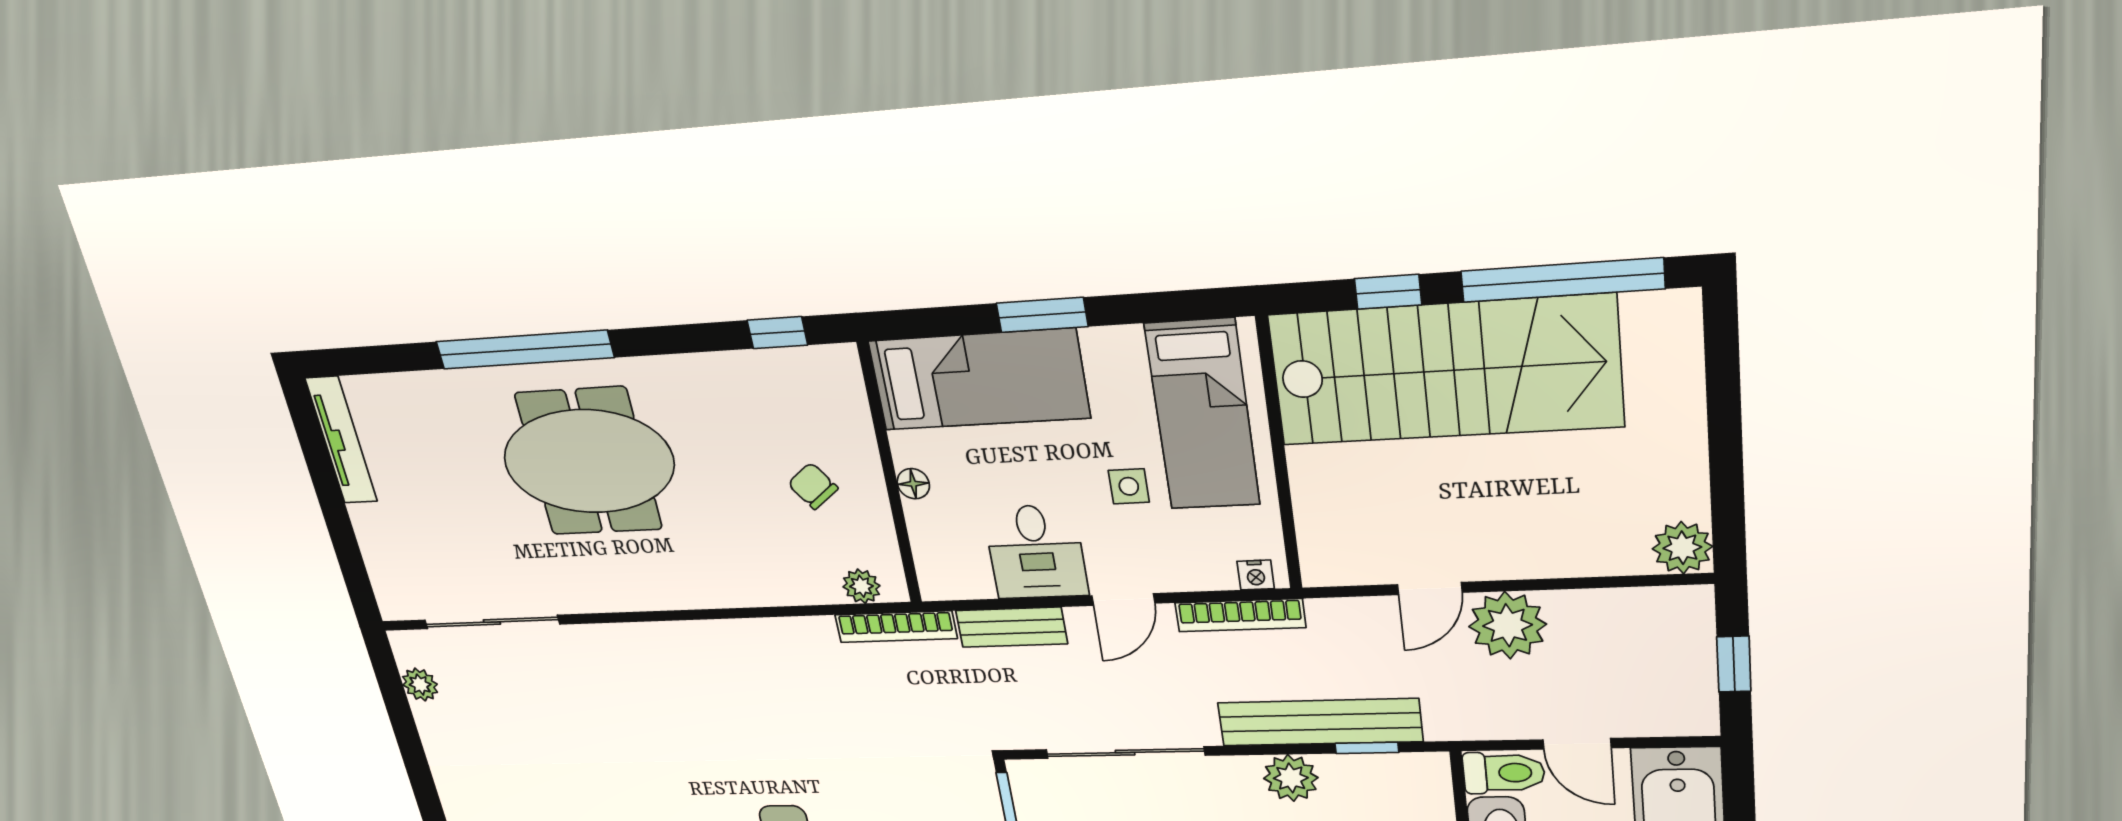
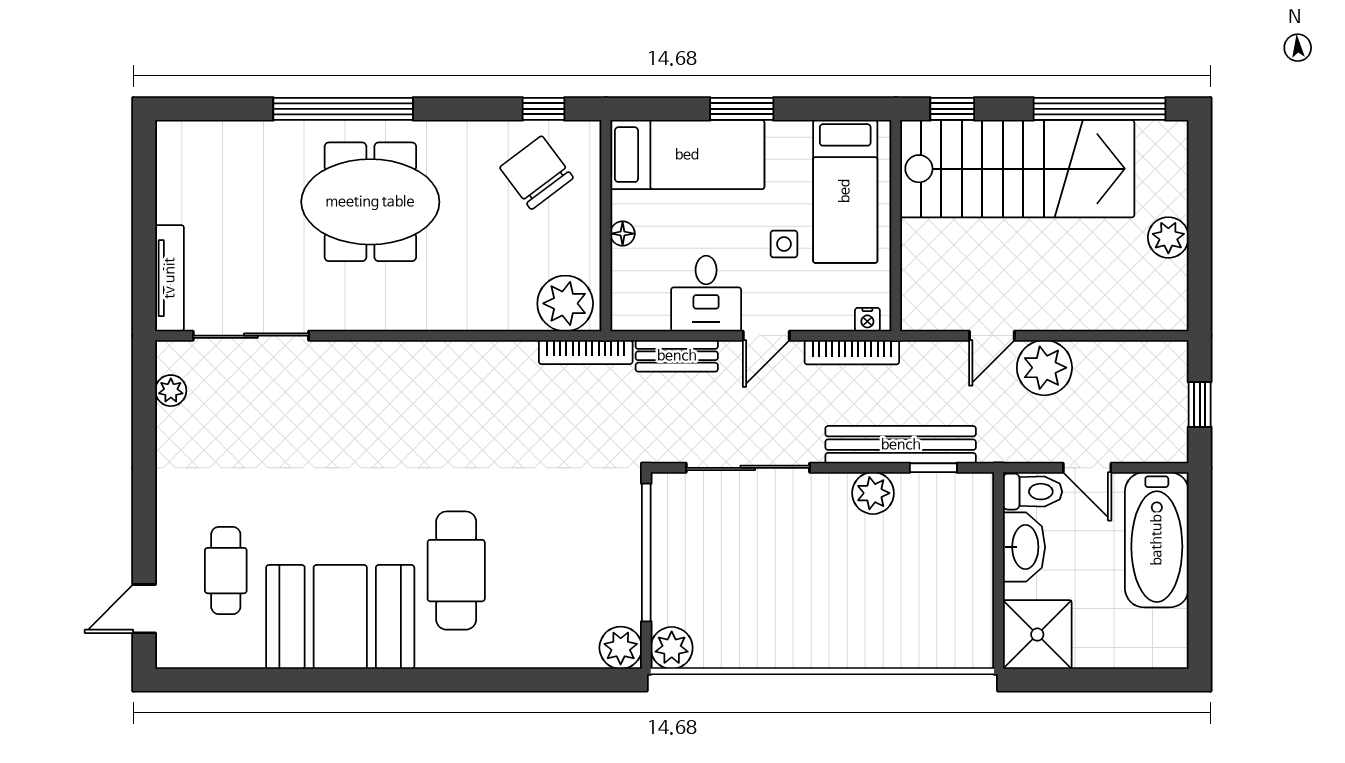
window: (1388, 292) -> (952, 109), moved
tv unit: (341, 440) -> (170, 278), moved
chair: (813, 486) -> (537, 173), moved, width x1.87, depth x1.87
plant: (1682, 548) -> (1168, 237), moved
plant: (861, 586) -> (565, 303), width x1.87, depth x1.87

